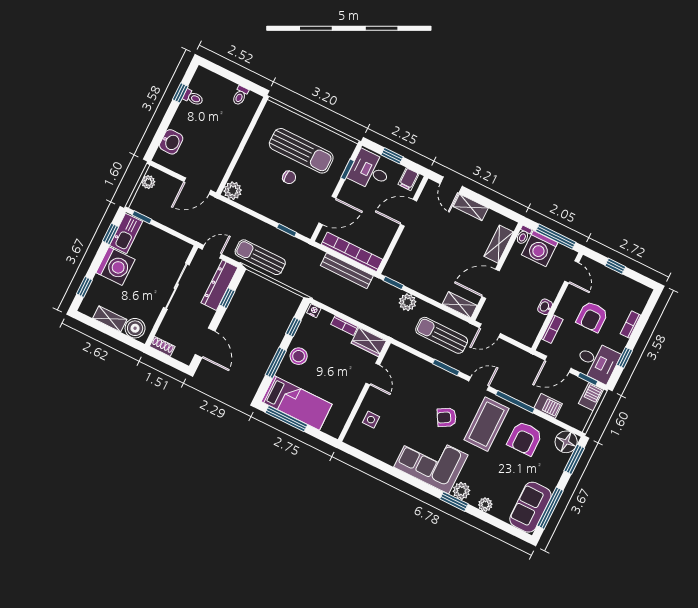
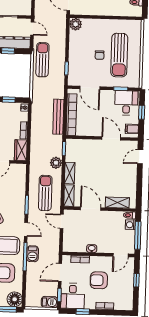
shelving: (471, 207) -> (70, 173), moved
washing machine: (540, 249) -> (130, 225), width x0.53, depth x0.53
door: (558, 364) -> (60, 272), hinge flipped
barbecue: (548, 406) -> (32, 254), moved

